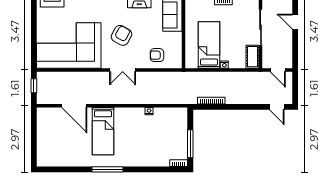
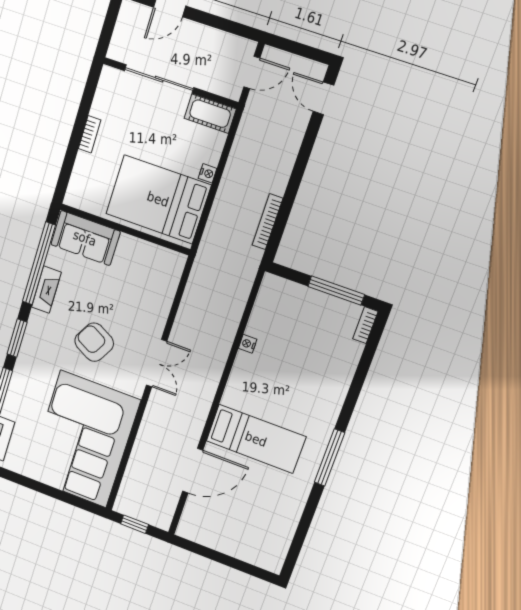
bed: (209, 45) -> (158, 199), width x1.50
armchair: (157, 55) -> (149, 292), removed
door: (277, 107) -> (323, 98), swing flipped

